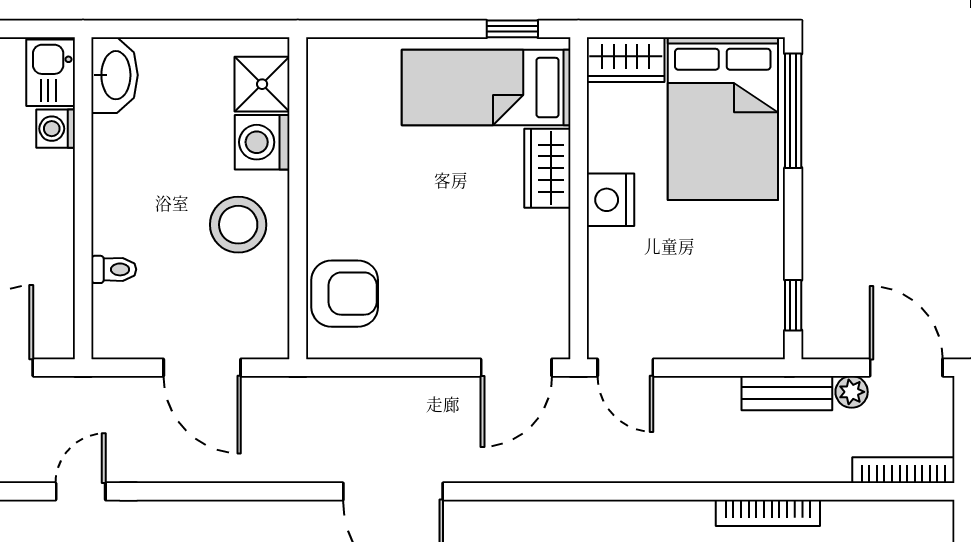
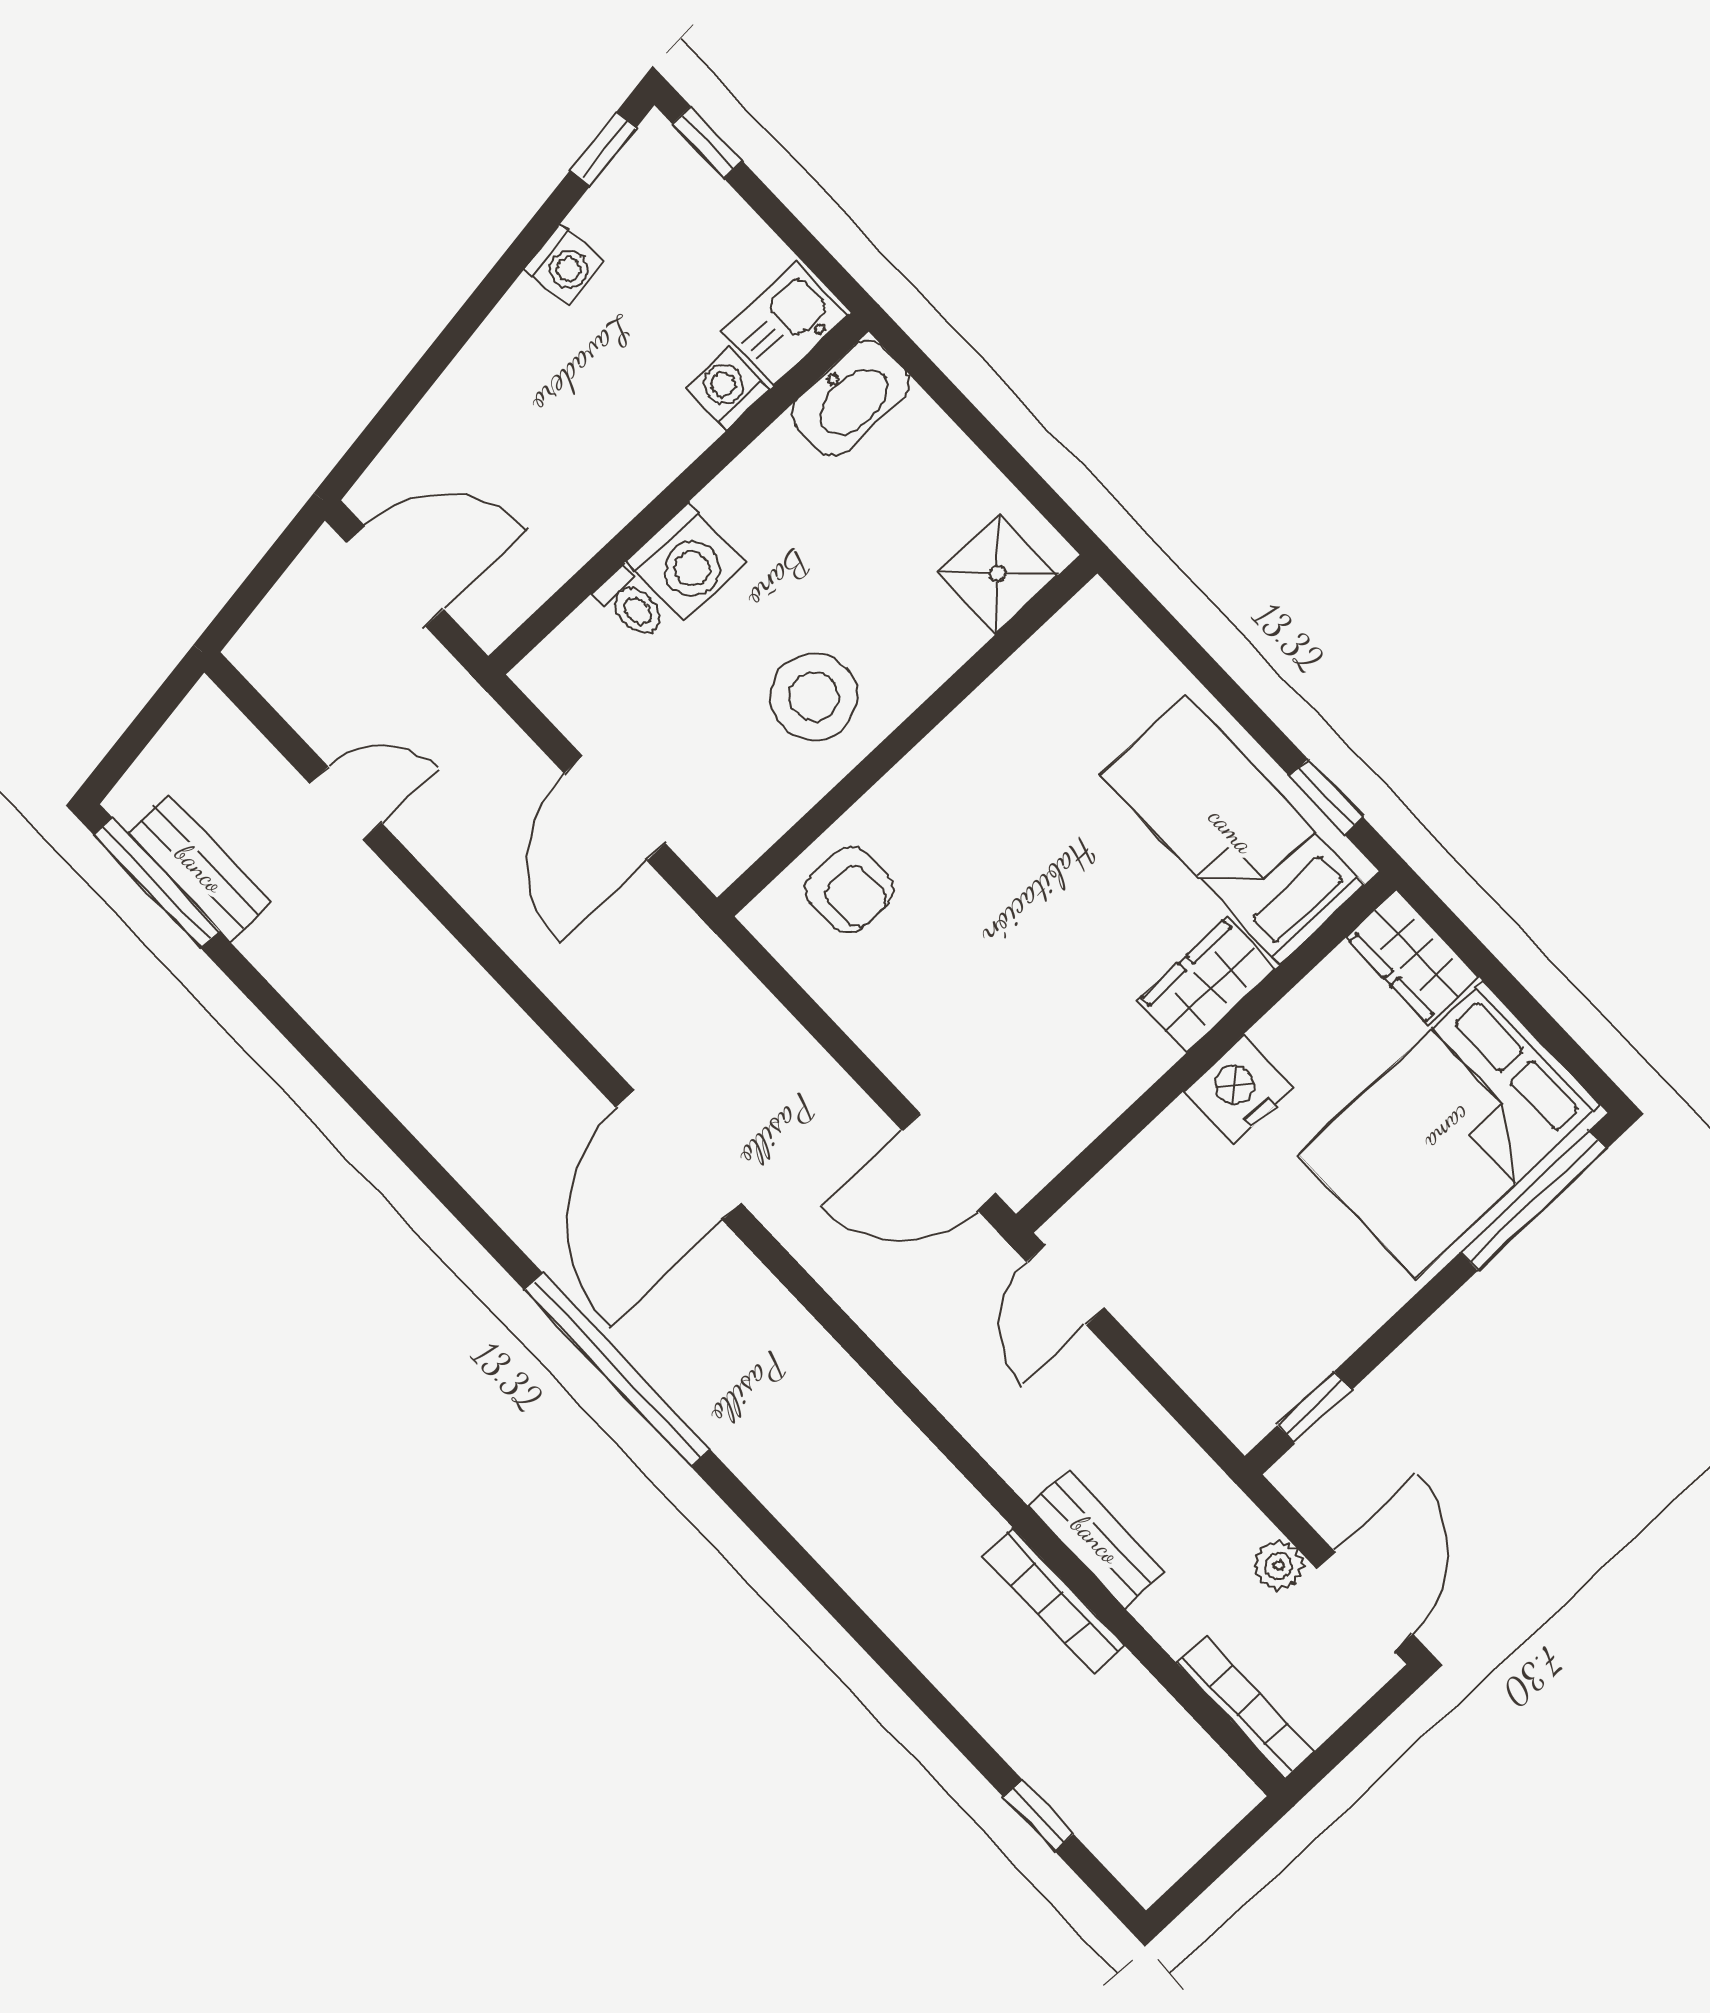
washing machine: (262, 142) -> (686, 562), moved, turned 180
armchair: (345, 294) -> (850, 890), width x0.72, depth x0.72
bench: (787, 393) -> (1096, 1539), moved

